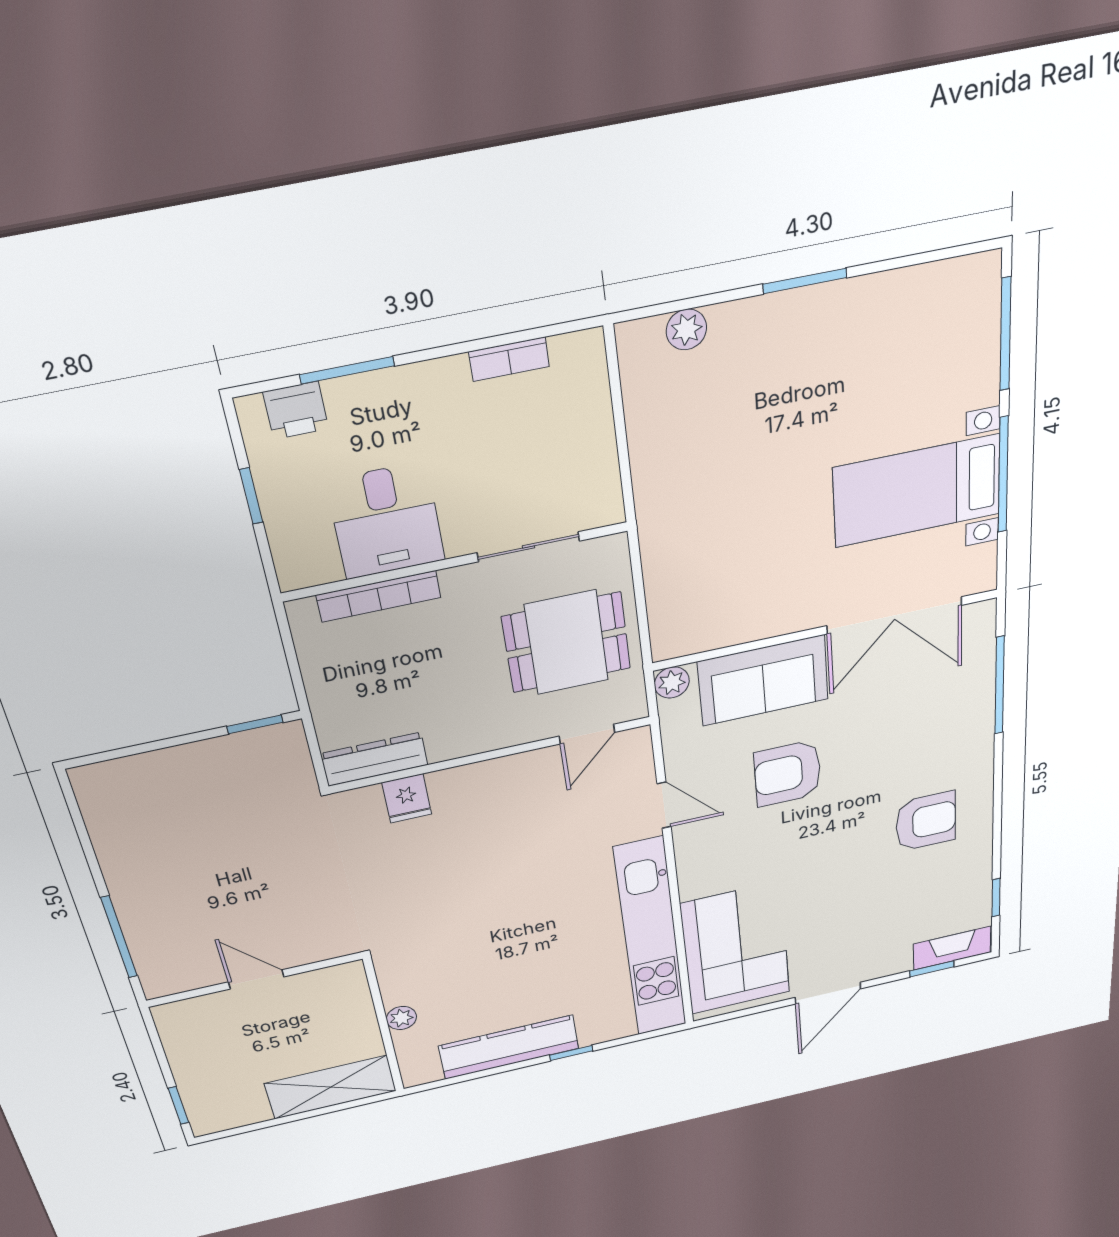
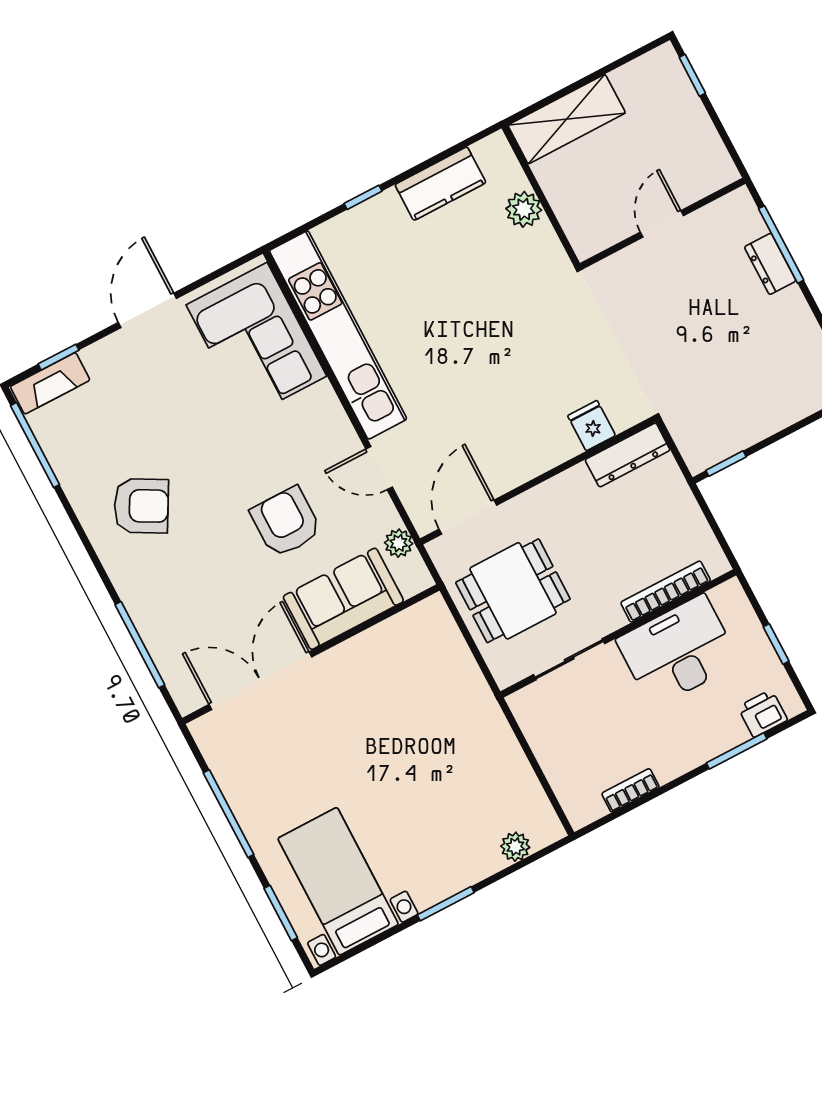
window: (1005, 334) -> (281, 913), width x0.69
bed with nightstands: (917, 491) -> (338, 881), moved, turned -90
desk: (386, 521) -> (678, 651), width x1.37
plant: (672, 682) -> (399, 543), moved
door: (587, 734) -> (468, 517), width x1.38
armchair: (788, 773) -> (286, 522), turned -90
armchair: (926, 821) -> (141, 506), turned -151
window: (996, 898) -> (35, 445), width x2.17
dresser: (138, 920) -> (770, 264), added
door: (256, 979) -> (662, 224), swing flipped
plant: (401, 1018) -> (524, 209), width x1.38, depth x1.38
kitchen counter: (509, 1047) -> (440, 184), width x0.67

